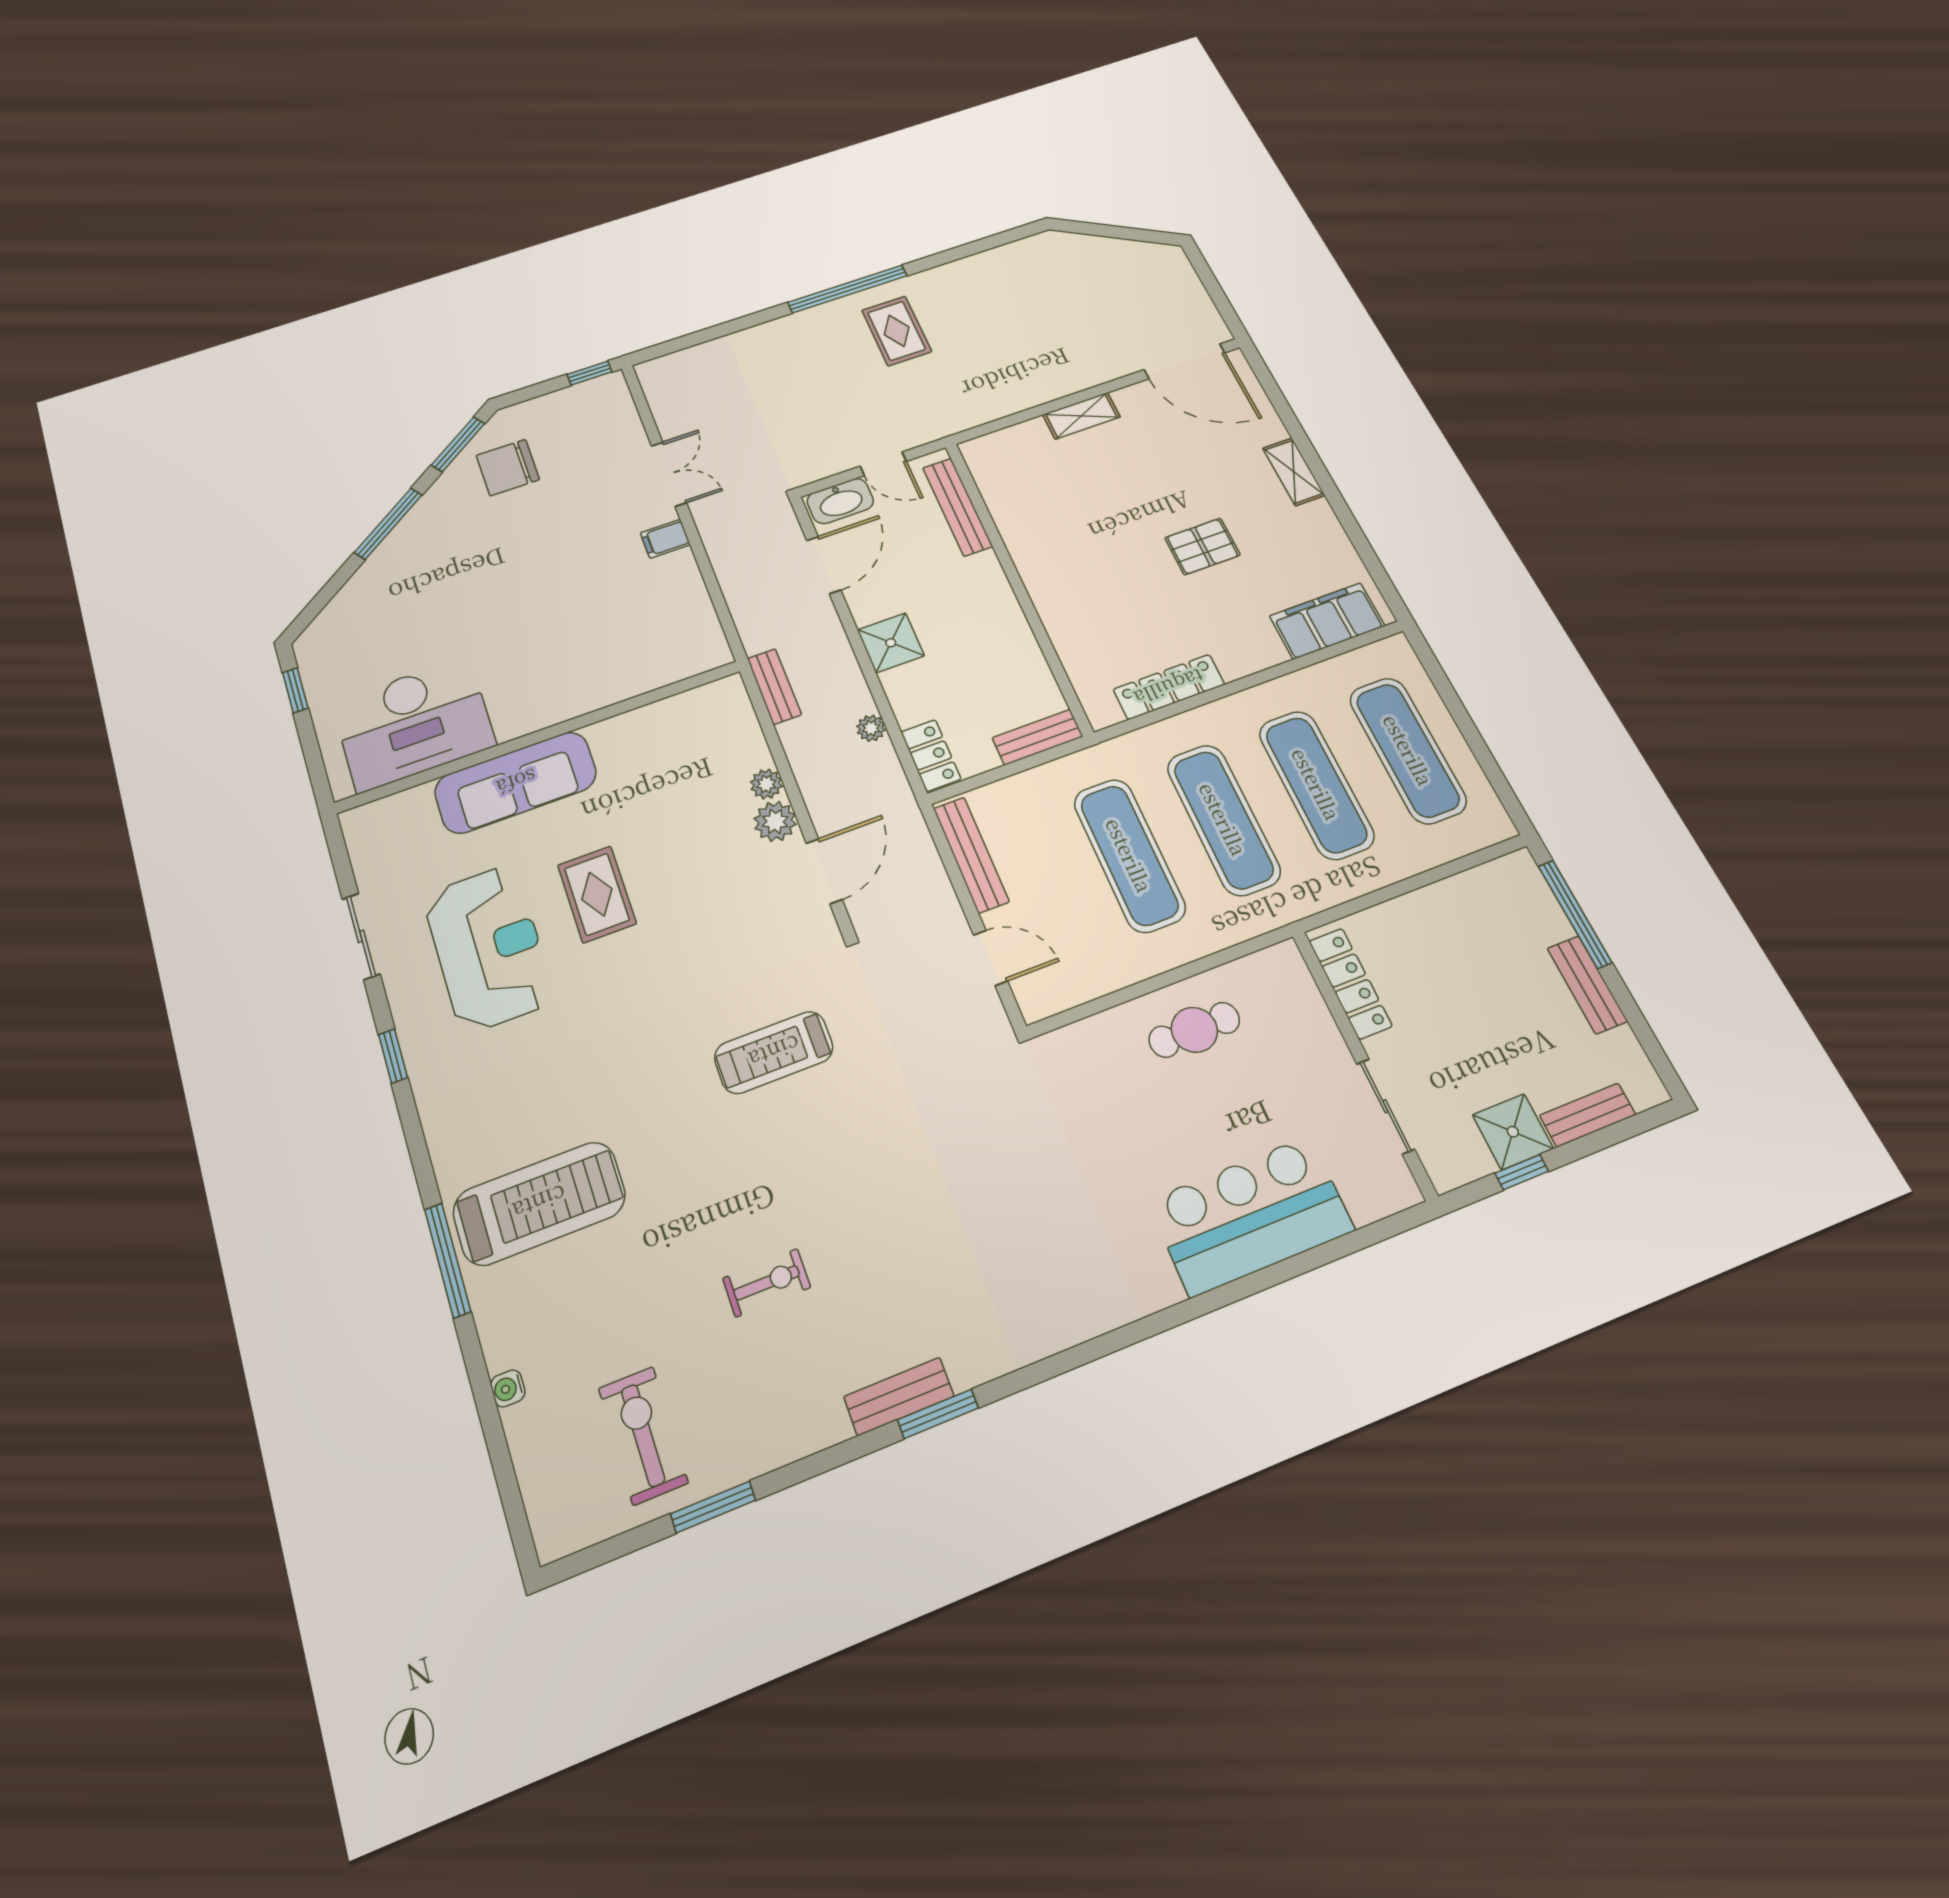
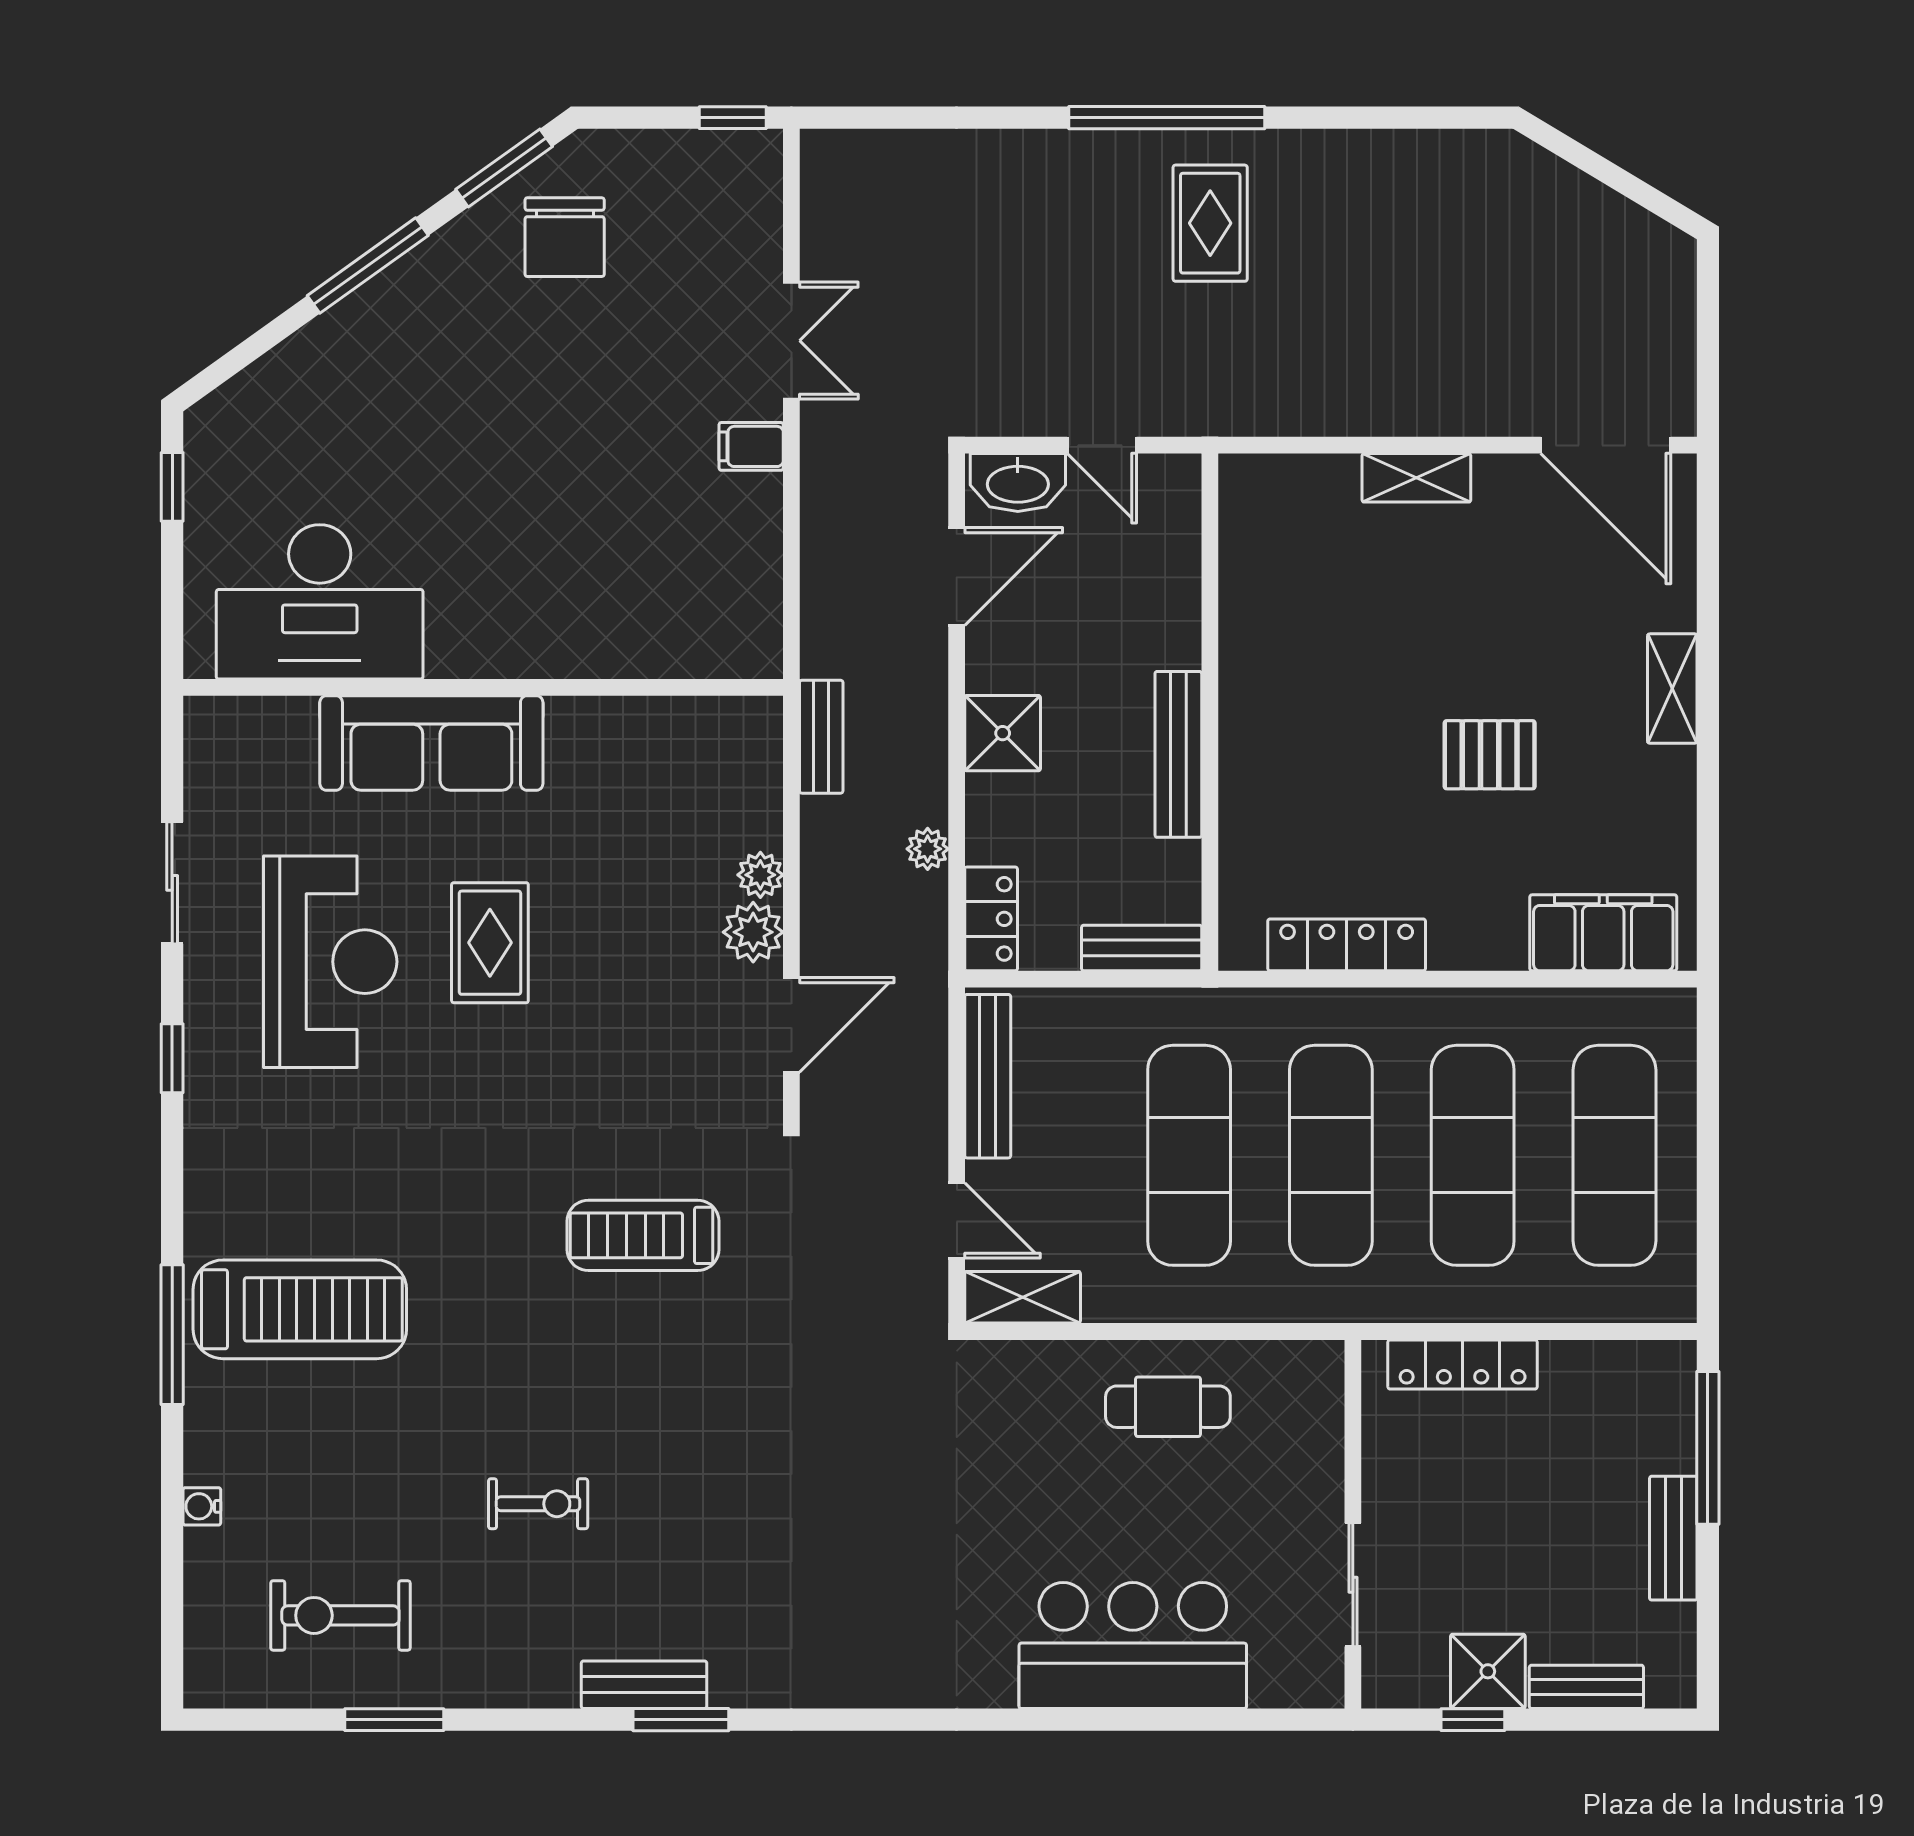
chair: (508, 467) -> (565, 237), turned -90
bench: (957, 507) -> (1178, 754), moved
locker: (1350, 983) -> (1463, 1364), moved, turned 90
shelving: (1059, 993) -> (1023, 1297), added
exercise bike: (643, 1435) -> (340, 1615), turned -90

